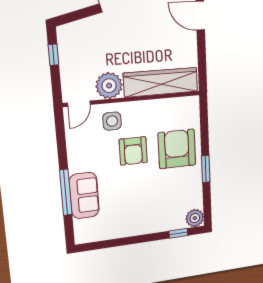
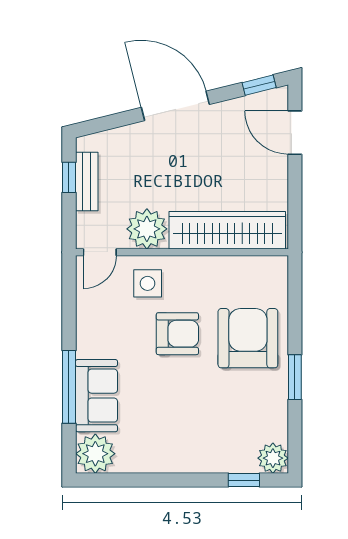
bench: (66, 57) -> (87, 181), added
armchair: (133, 151) -> (177, 334), turned -90
plant: (86, 231) -> (95, 454), added

